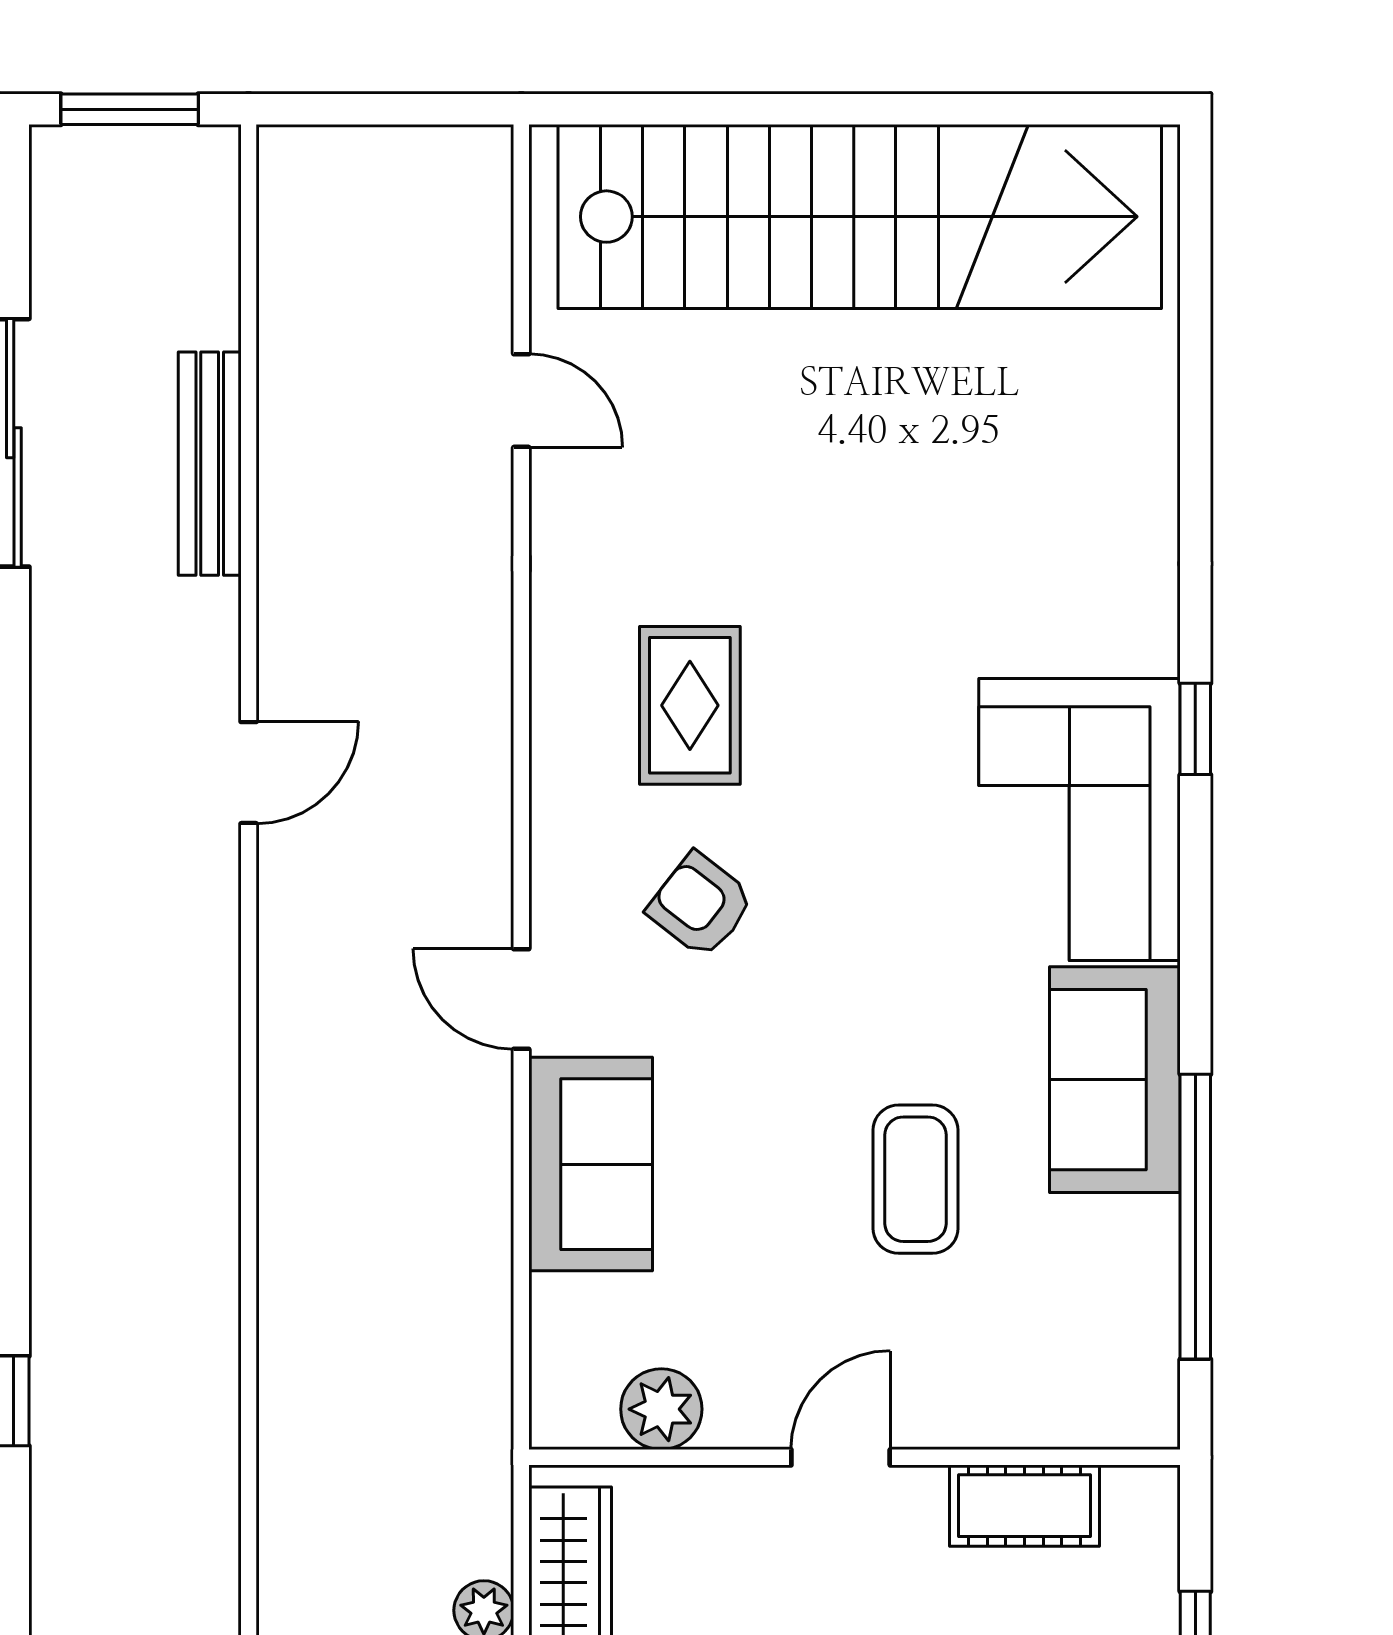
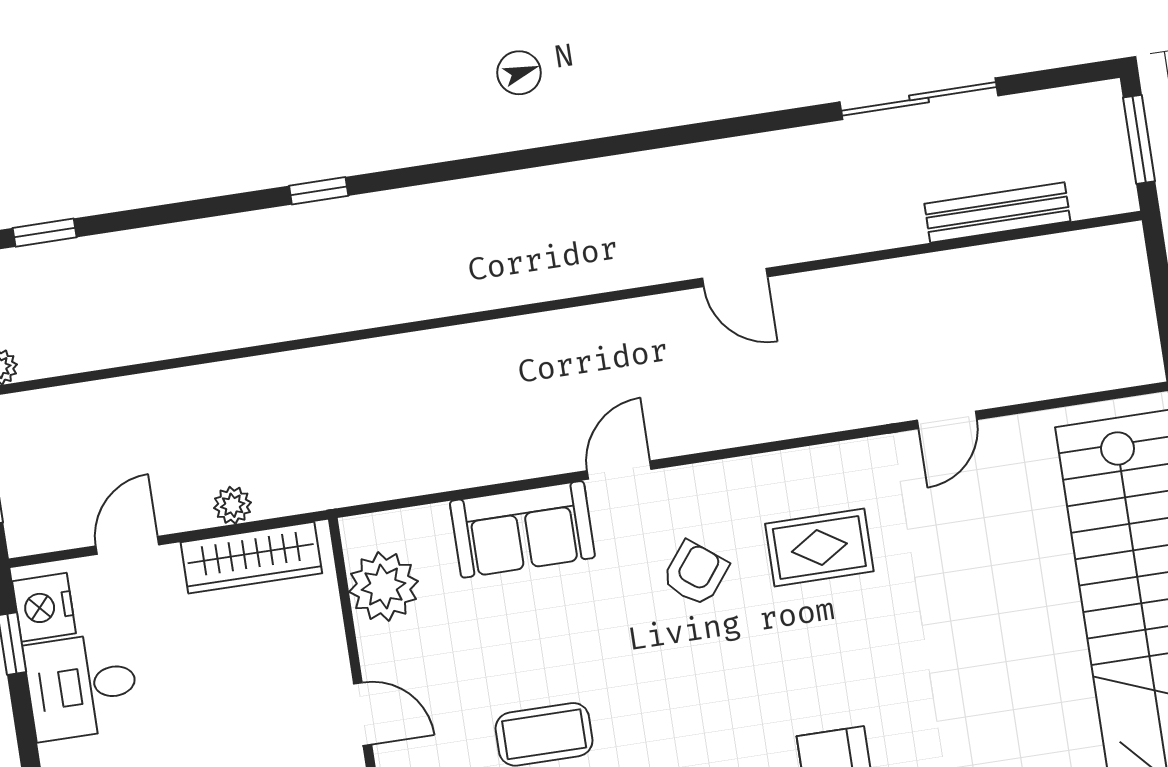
door: (521, 401) -> (947, 420), moved
bench: (210, 464) -> (997, 212), moved
plant: (661, 1409) -> (383, 586), width x1.36, depth x1.36

